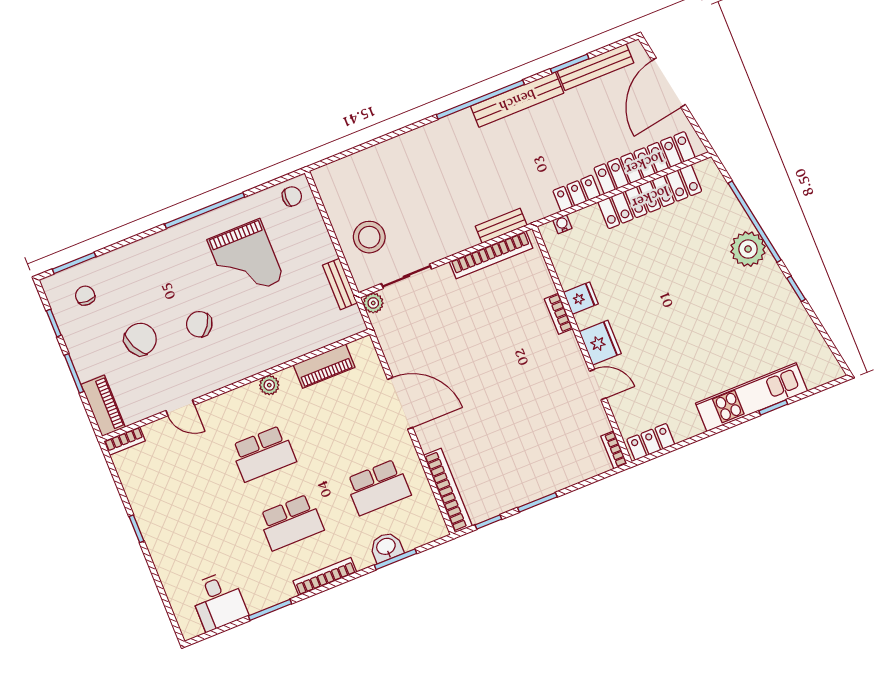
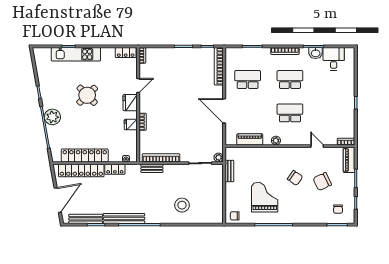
stool: (369, 237) -> (182, 205), moved
round table: (695, 322) -> (87, 95), added
door: (598, 384) -> (138, 85), swing flipped
washbasin: (386, 547) -> (316, 53), moved

